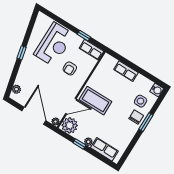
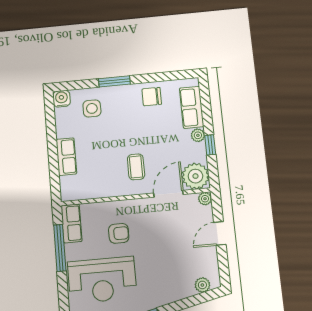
window: (84, 36) -> (60, 248), width x2.17
reception desk: (54, 44) -> (102, 280), turned 180
coffee table: (95, 101) -> (136, 167), width x0.54, depth x0.58
door: (71, 106) -> (168, 194), hinge flipped
door: (34, 116) -> (220, 233), width x0.53
chair: (136, 117) -> (152, 97), moved

